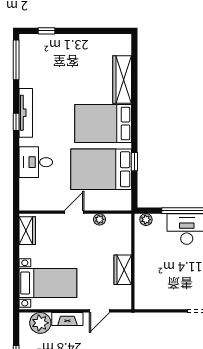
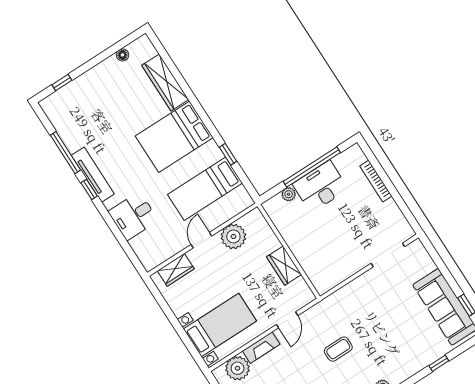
floor lamp: (104, 39) -> (122, 55), added
window: (16, 60) -> (65, 153), moved
bed: (101, 169) -> (205, 189), width x0.67
plant: (99, 219) -> (233, 236), width x1.88, depth x1.88
plant: (146, 220) -> (289, 194), moved
wardrobe: (27, 231) -> (176, 270), moved, turned 90

